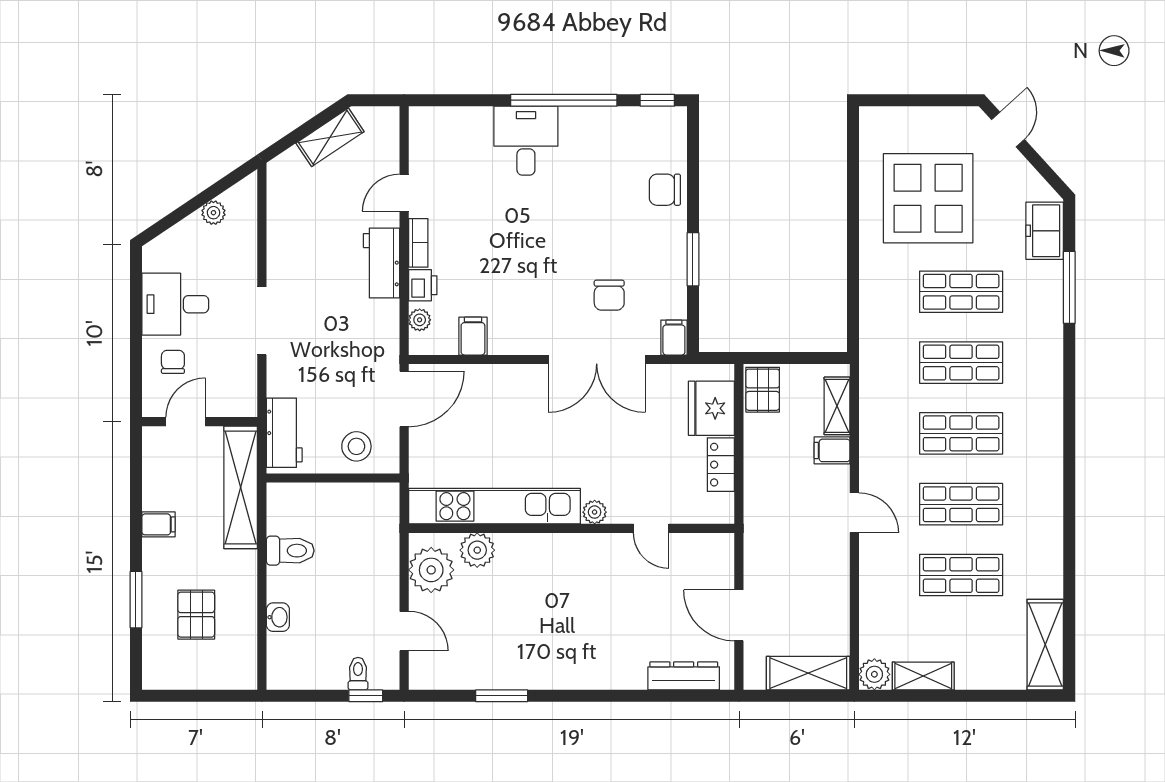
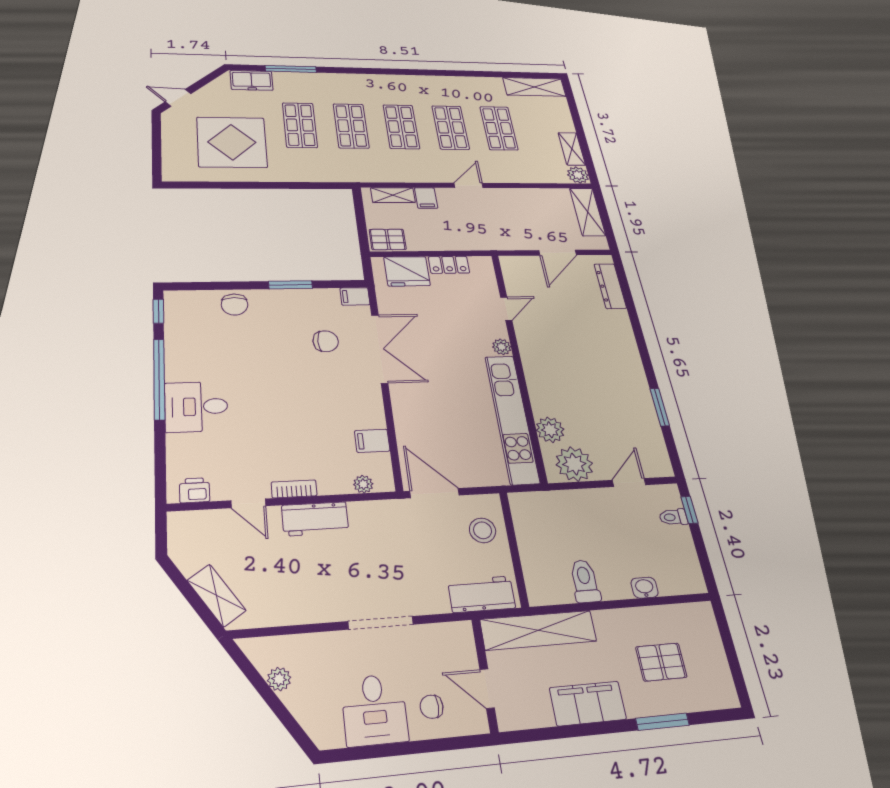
shelving: (330, 137) -> (216, 595), moved
printer: (423, 285) -> (195, 490), moved
filing cabinet: (159, 524) -> (588, 703), width x3.00, depth x1.17

